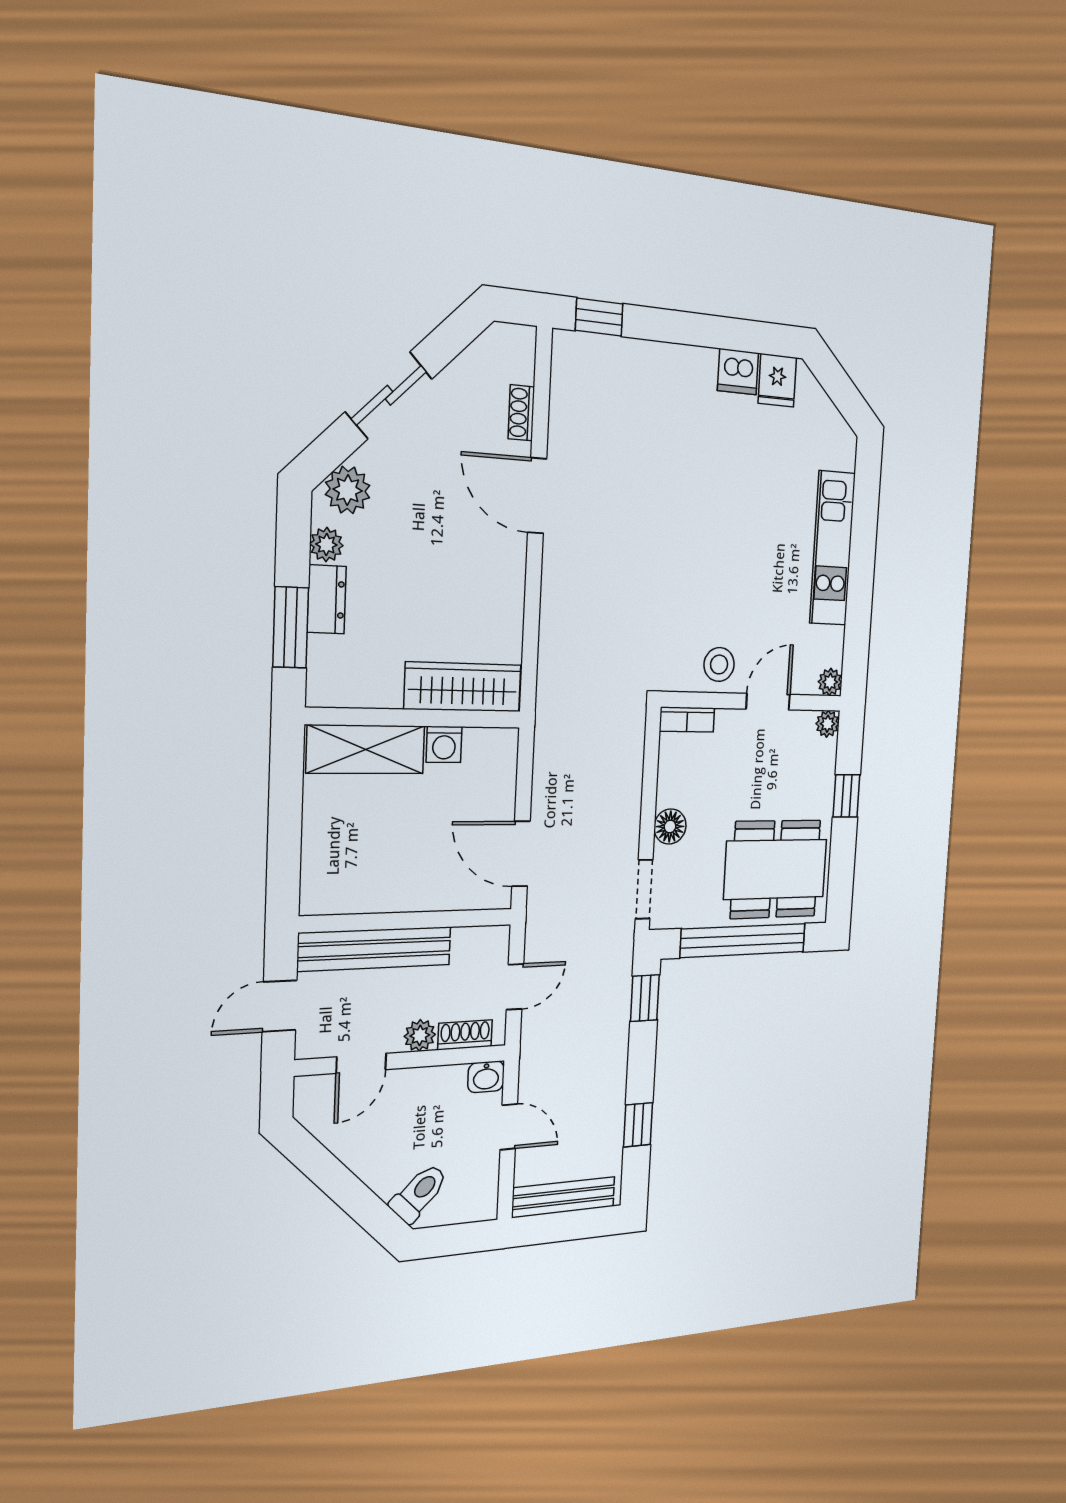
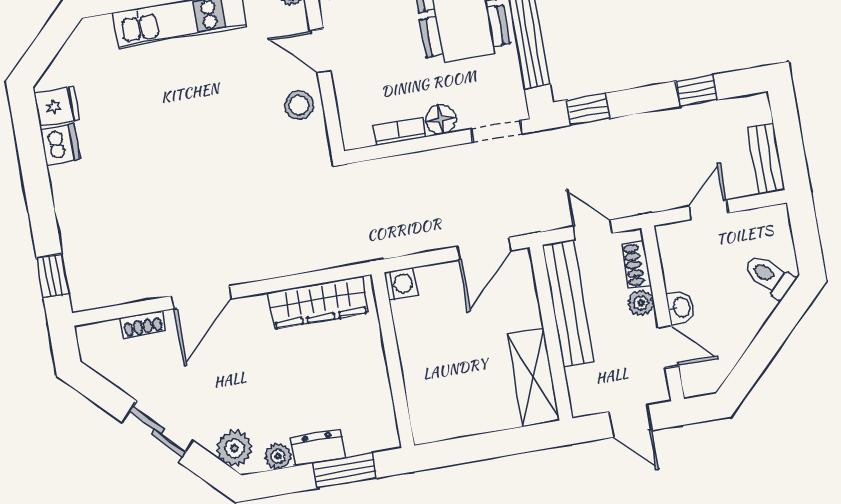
wardrobe: (463, 687) -> (318, 302), moved, turned -90
bookcase: (687, 719) -> (399, 131), moved, turned -90
washing machine: (444, 744) -> (401, 284), moved
shelving: (366, 749) -> (533, 378), moved
bench: (375, 949) -> (568, 303), moved
washbasin: (486, 1077) -> (681, 307), moved
bench: (564, 1197) -> (766, 159), width x0.73

